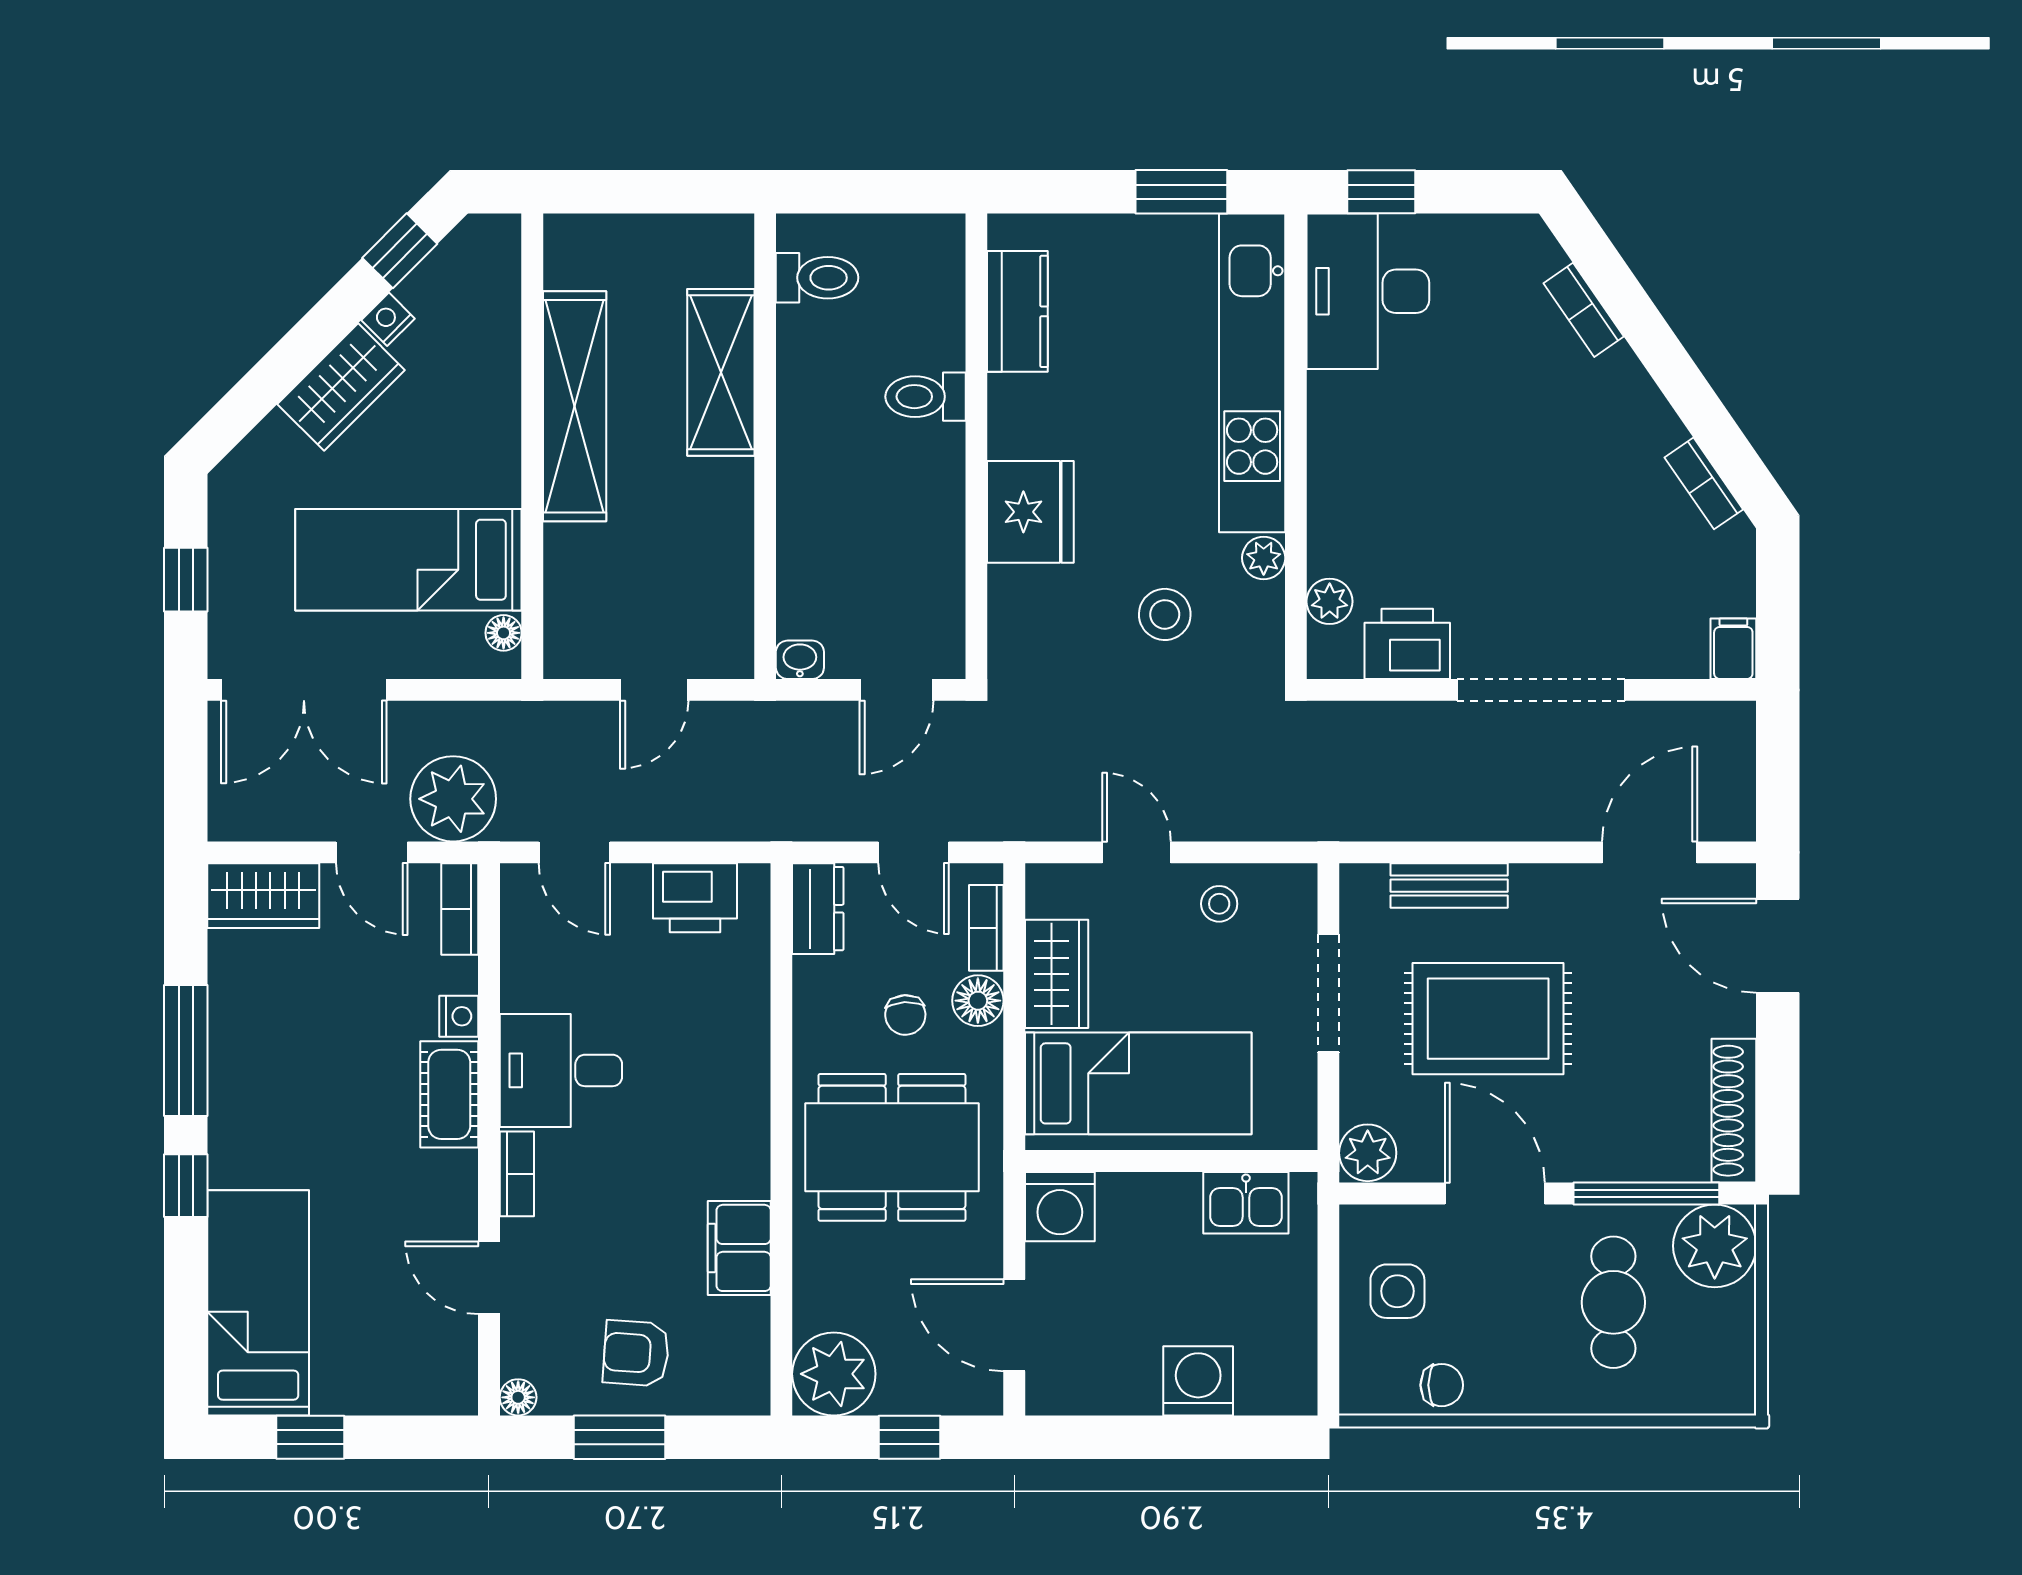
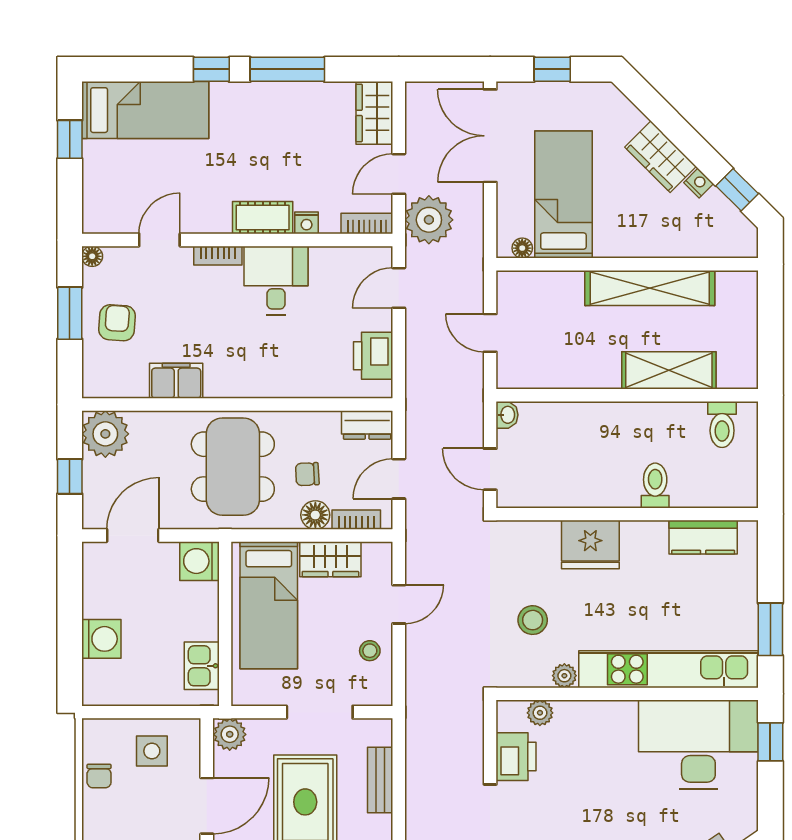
desk: (1368, 291) -> (698, 745), width x1.36, depth x1.30

